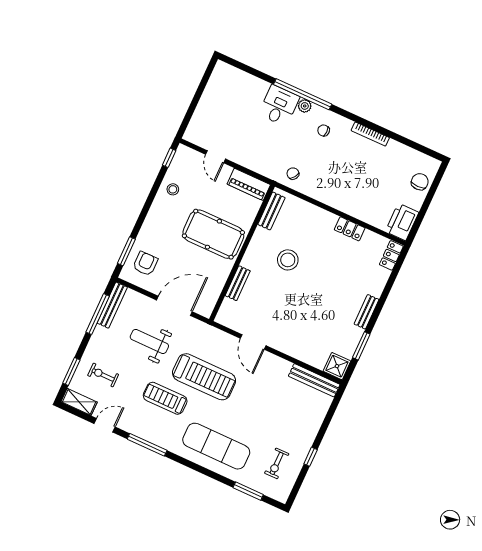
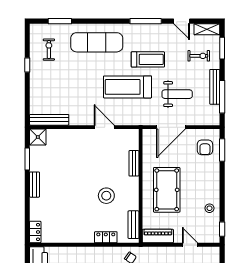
locker: (350, 229) -> (106, 237), moved
pool table: (213, 234) -> (167, 190), turned 90
bench: (112, 305) -> (215, 87), moved
door: (105, 425) -> (182, 21), hinge flipped

